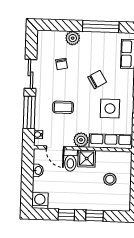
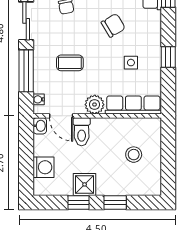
side table: (110, 109) -> (131, 63), width x0.54, depth x0.54
shower: (87, 159) -> (85, 184), moved
washbasin: (38, 170) -> (40, 126), moved
washing machine: (40, 201) -> (43, 167), moved, turned 90

